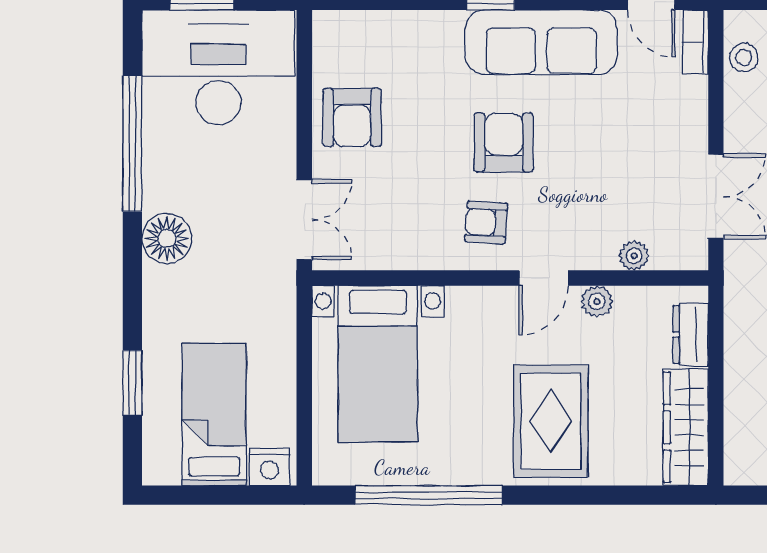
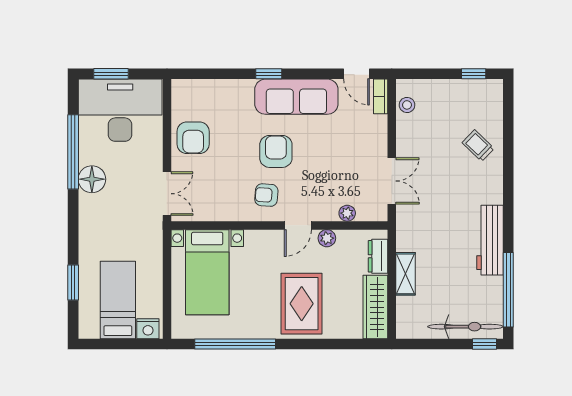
floor lamp: (167, 239) -> (92, 179), moved
shelving: (741, 367) -> (406, 274), added

